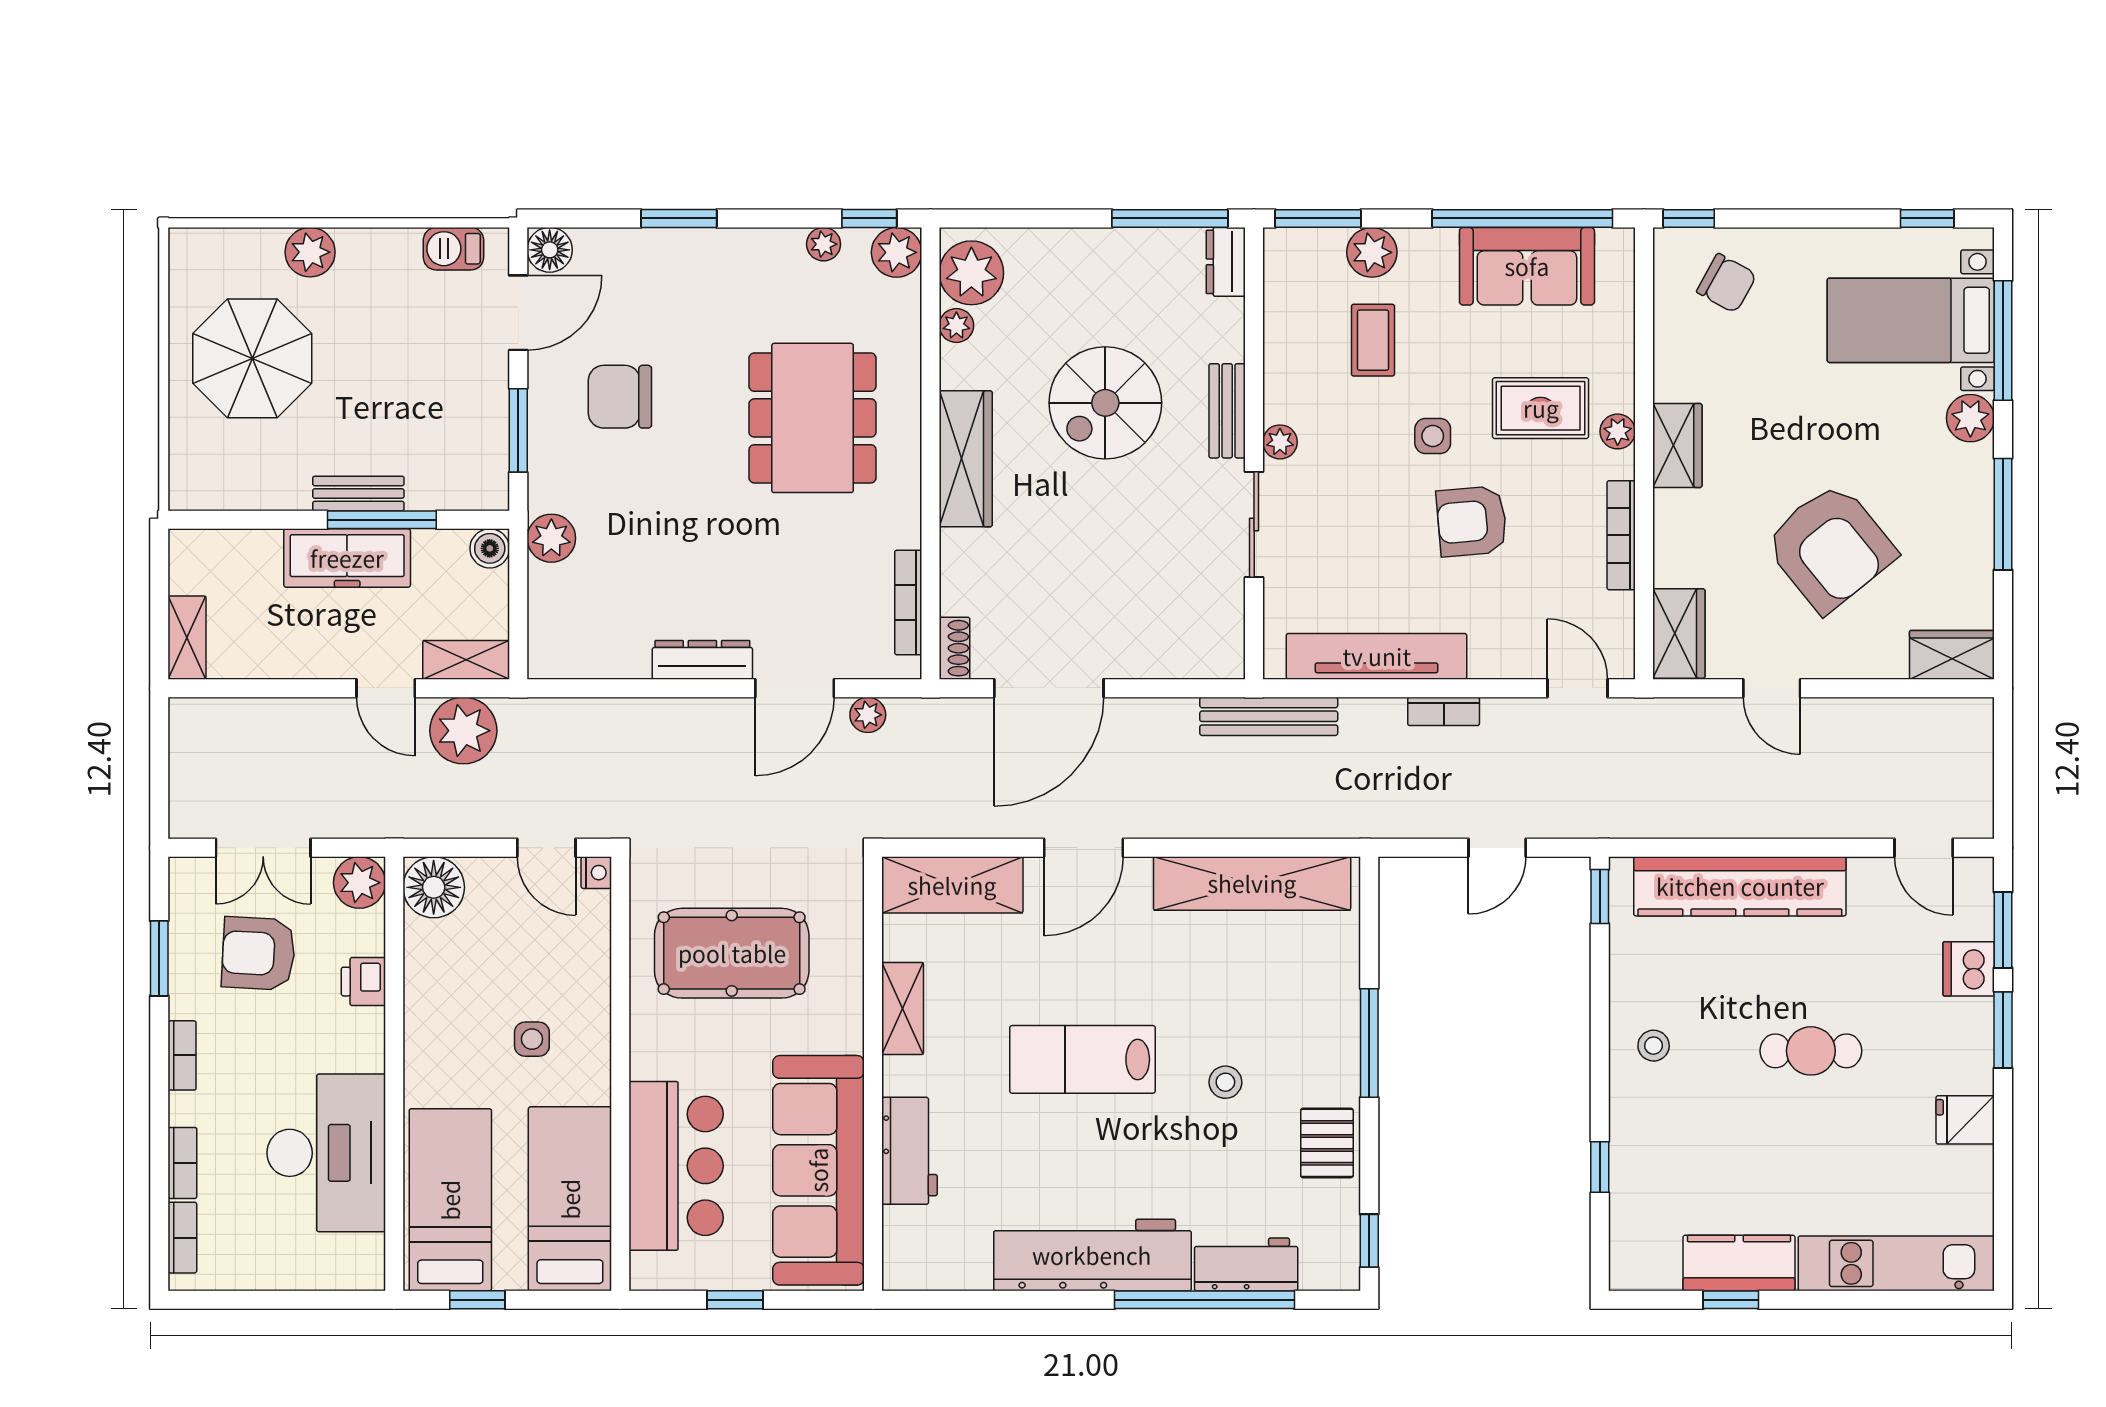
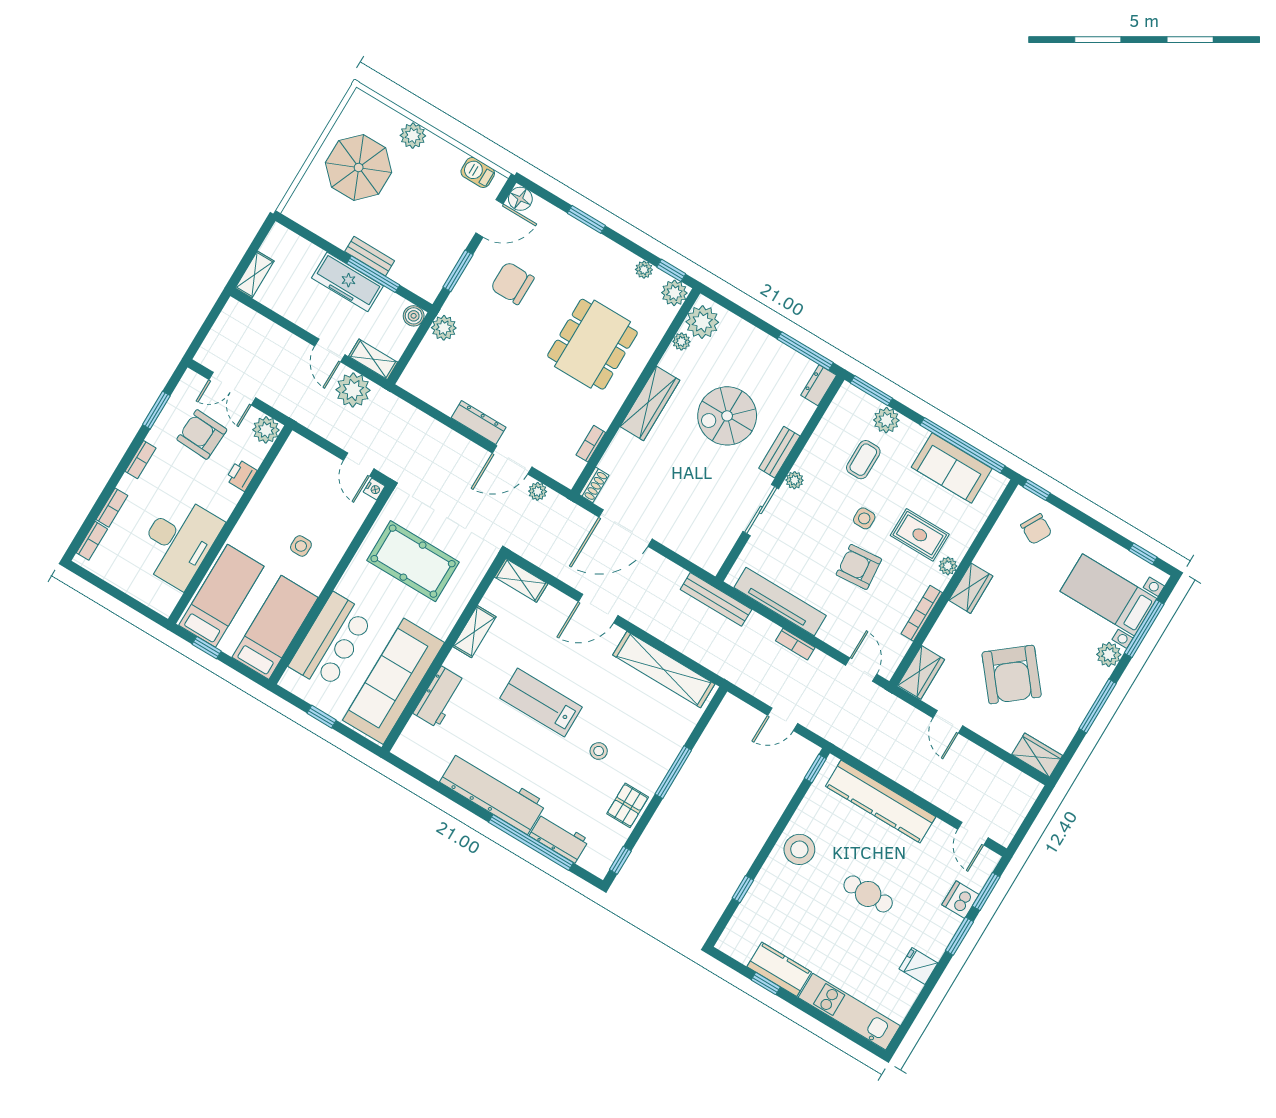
bookcase: (908, 603) -> (591, 444), width x0.64
shelving: (952, 885) -> (521, 580), width x0.67, depth x0.75
floor lamp: (434, 887) -> (298, 452), removed
stool: (1654, 1046) -> (799, 849), width x1.89, depth x1.89

